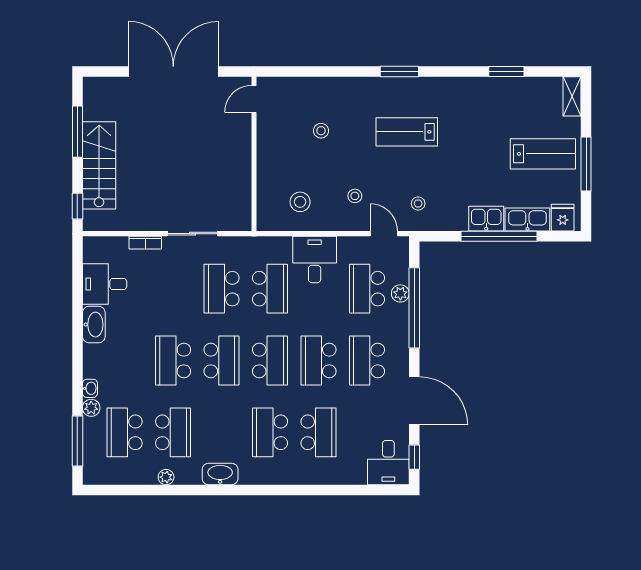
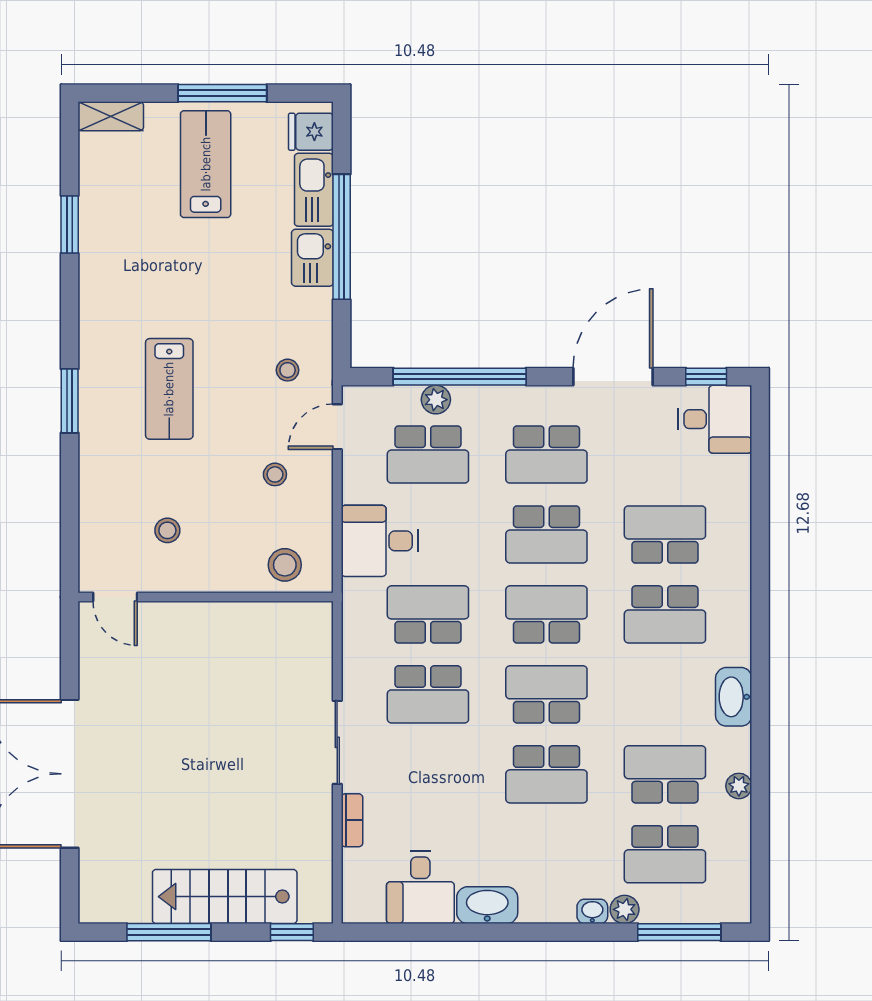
door: (254, 99) -> (115, 597), moved
wall: (254, 154) -> (206, 597), moved

